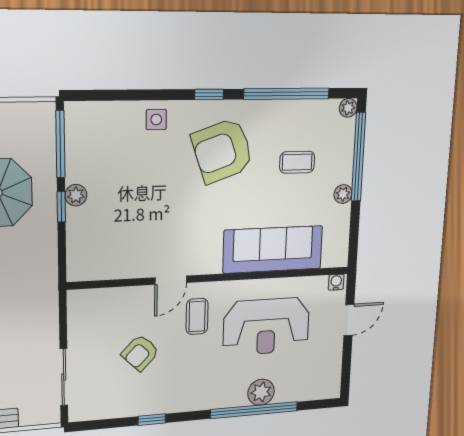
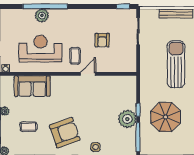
plant: (76, 195) -> (127, 119), width x1.88, depth x1.88
sofa: (273, 249) -> (32, 86), width x0.73
armchair: (140, 353) -> (102, 40), turned 136
window: (152, 420) -> (123, 6), moved

